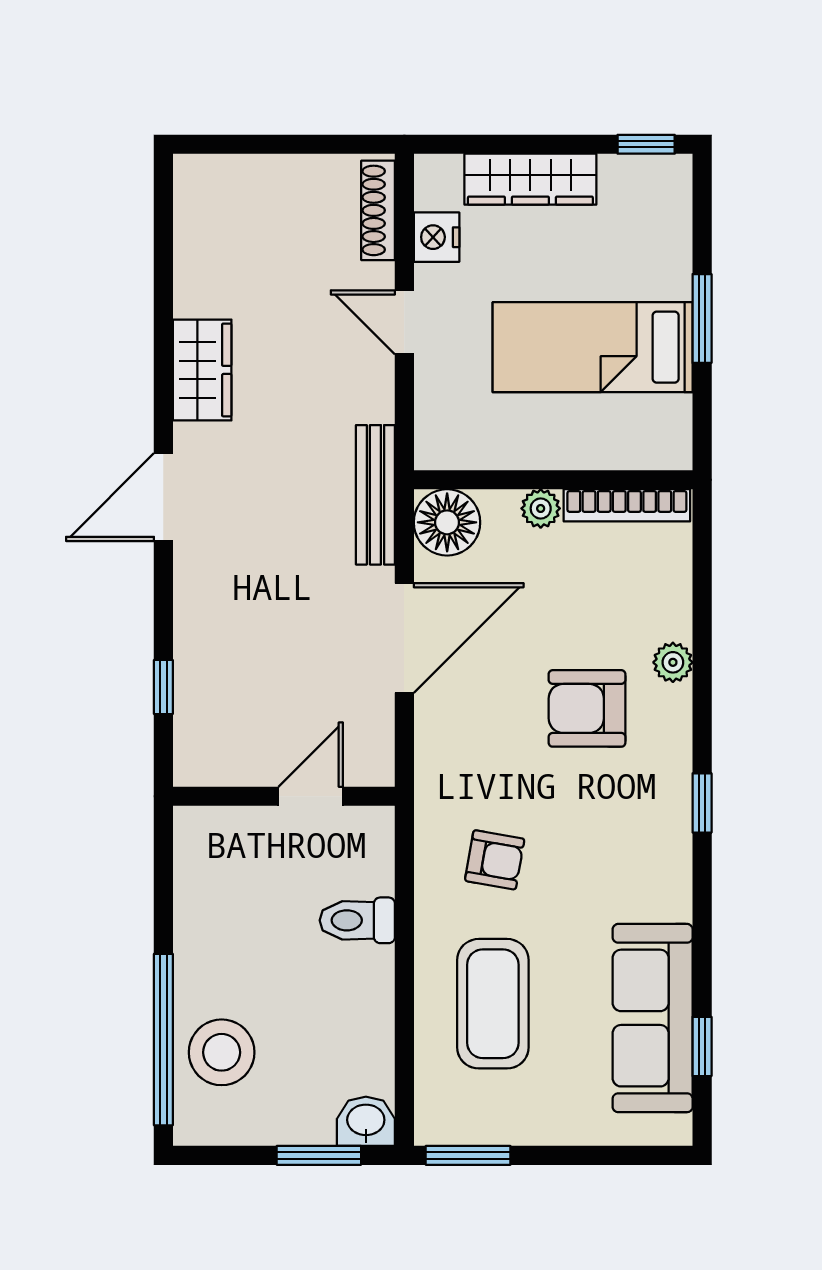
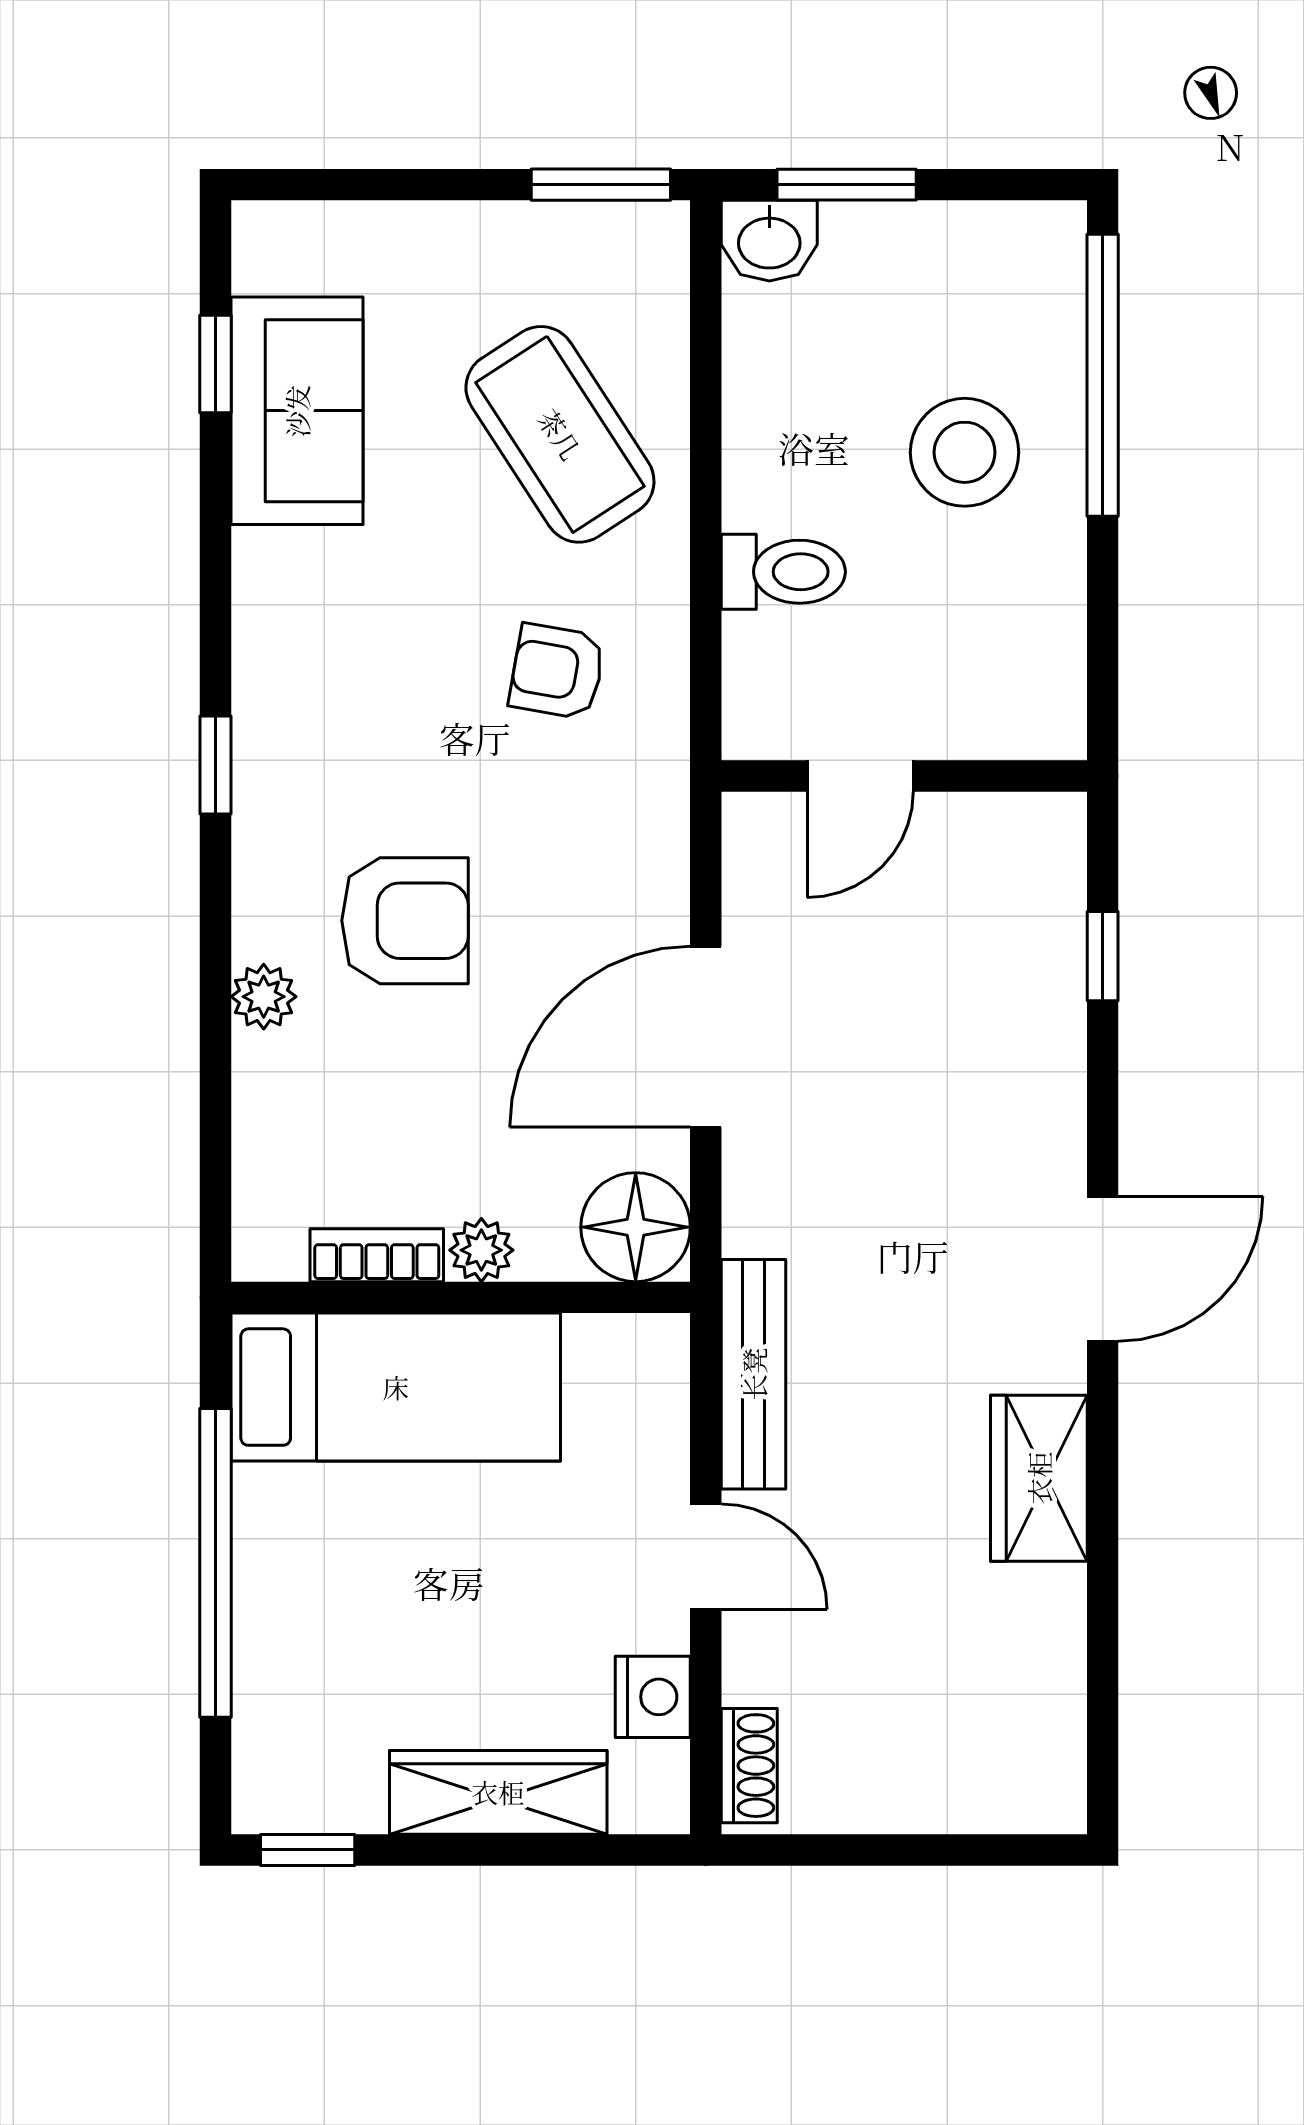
shoe rack: (378, 210) -> (749, 1766), width x0.70
window: (702, 319) -> (216, 1563), width x2.11
bed: (593, 347) -> (396, 1387), moved
bench: (375, 495) -> (754, 1374), moved
bookcase: (627, 505) -> (377, 1255), width x0.64
coffee table: (493, 1004) -> (560, 434), turned -33
sofa: (653, 1018) -> (297, 411), width x0.73
stool: (222, 1052) -> (965, 452), moved

